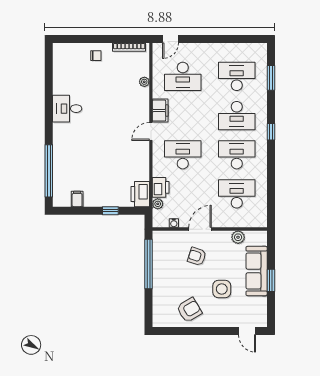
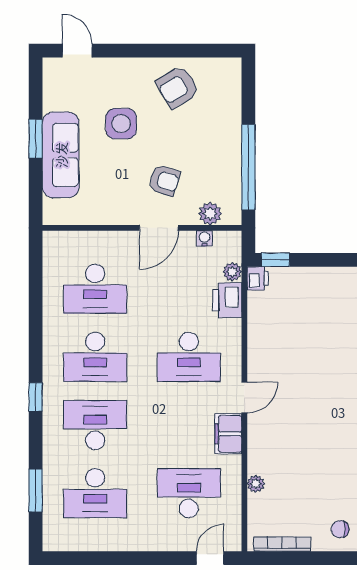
printer: (140, 194) -> (258, 278), width x0.53, depth x0.68
window: (110, 211) -> (275, 260), moved
plant: (238, 237) -> (210, 214), moved

